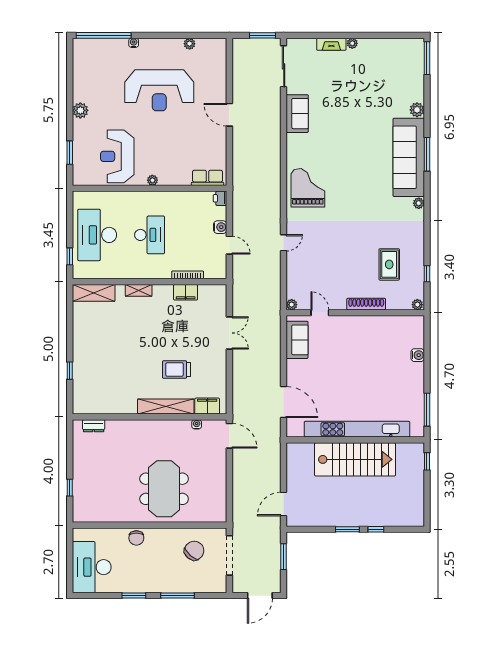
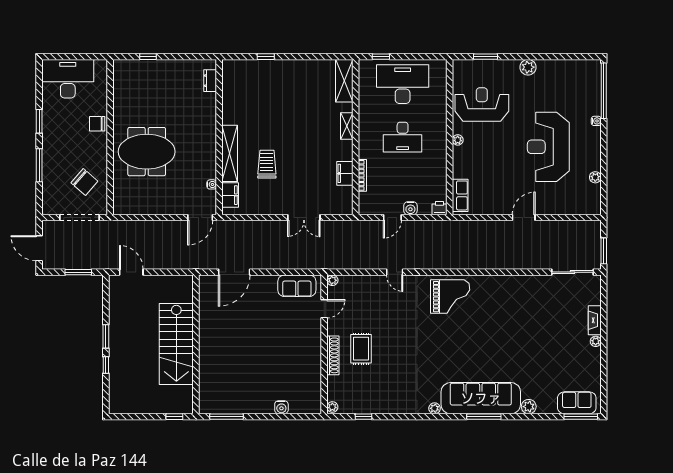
sofa: (297, 114) -> (577, 403), moved, turned 180
rug: (389, 264) -> (361, 349), moved, turned 90
kitchen unit: (357, 429) -> (207, 346), removed

